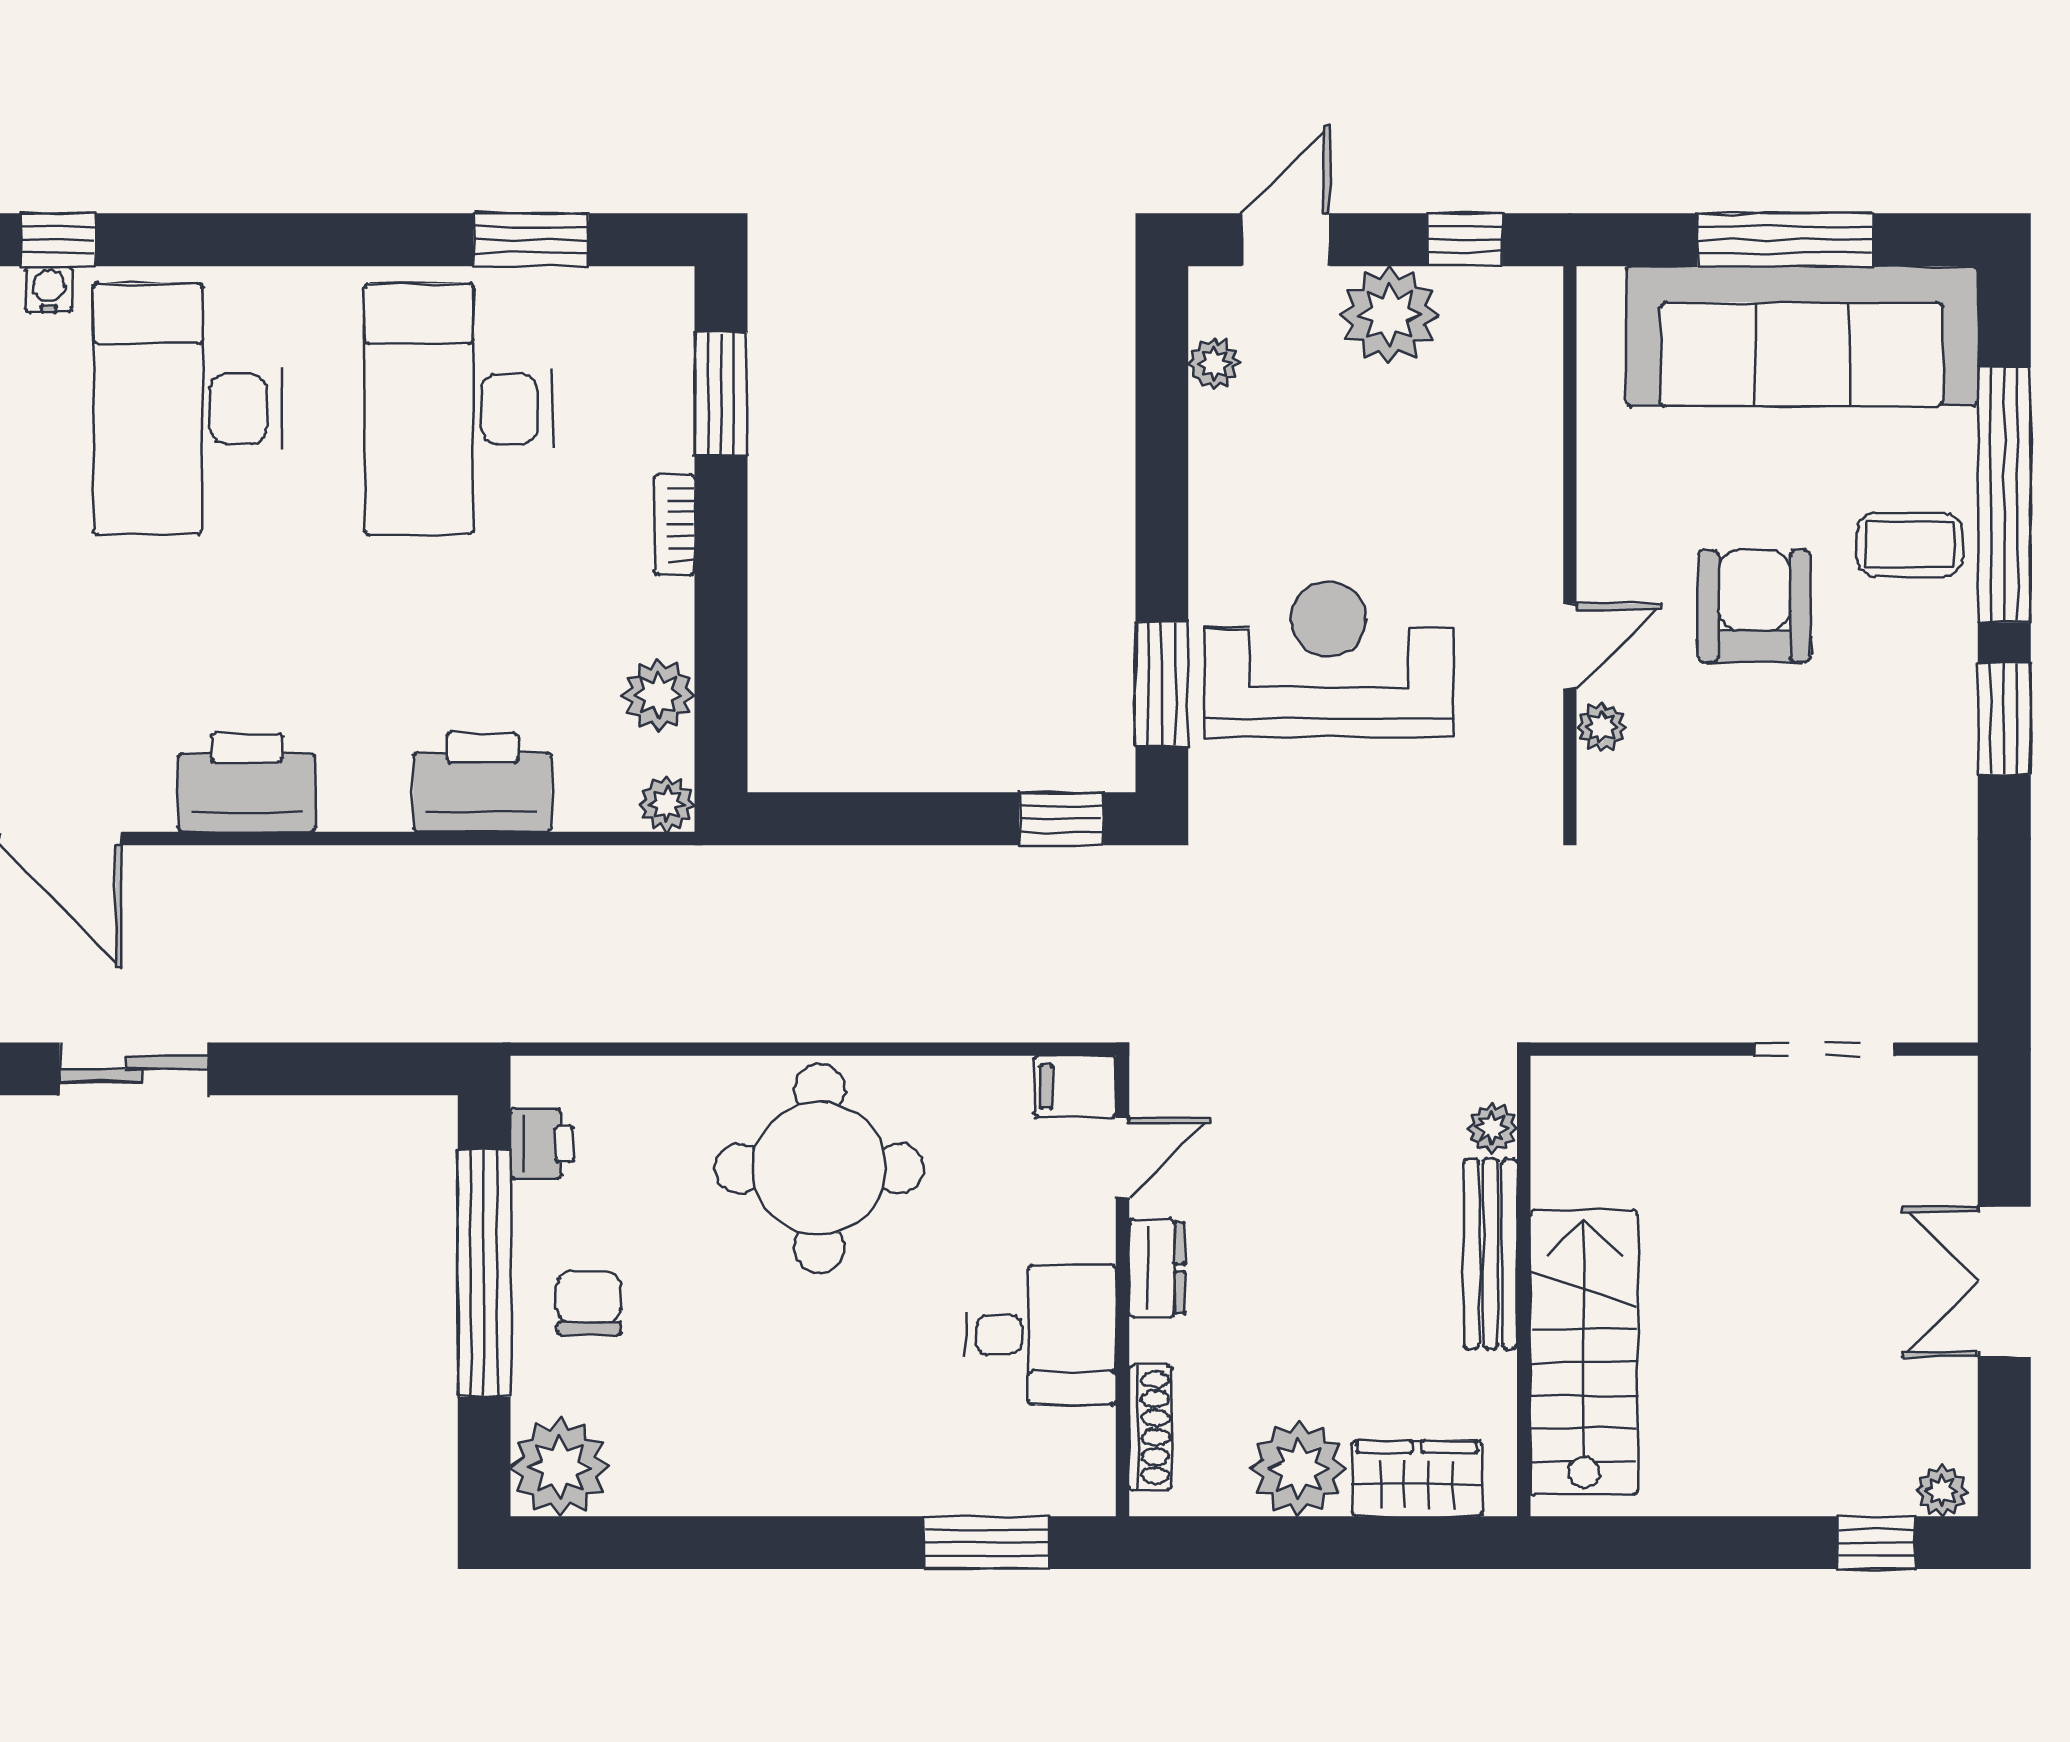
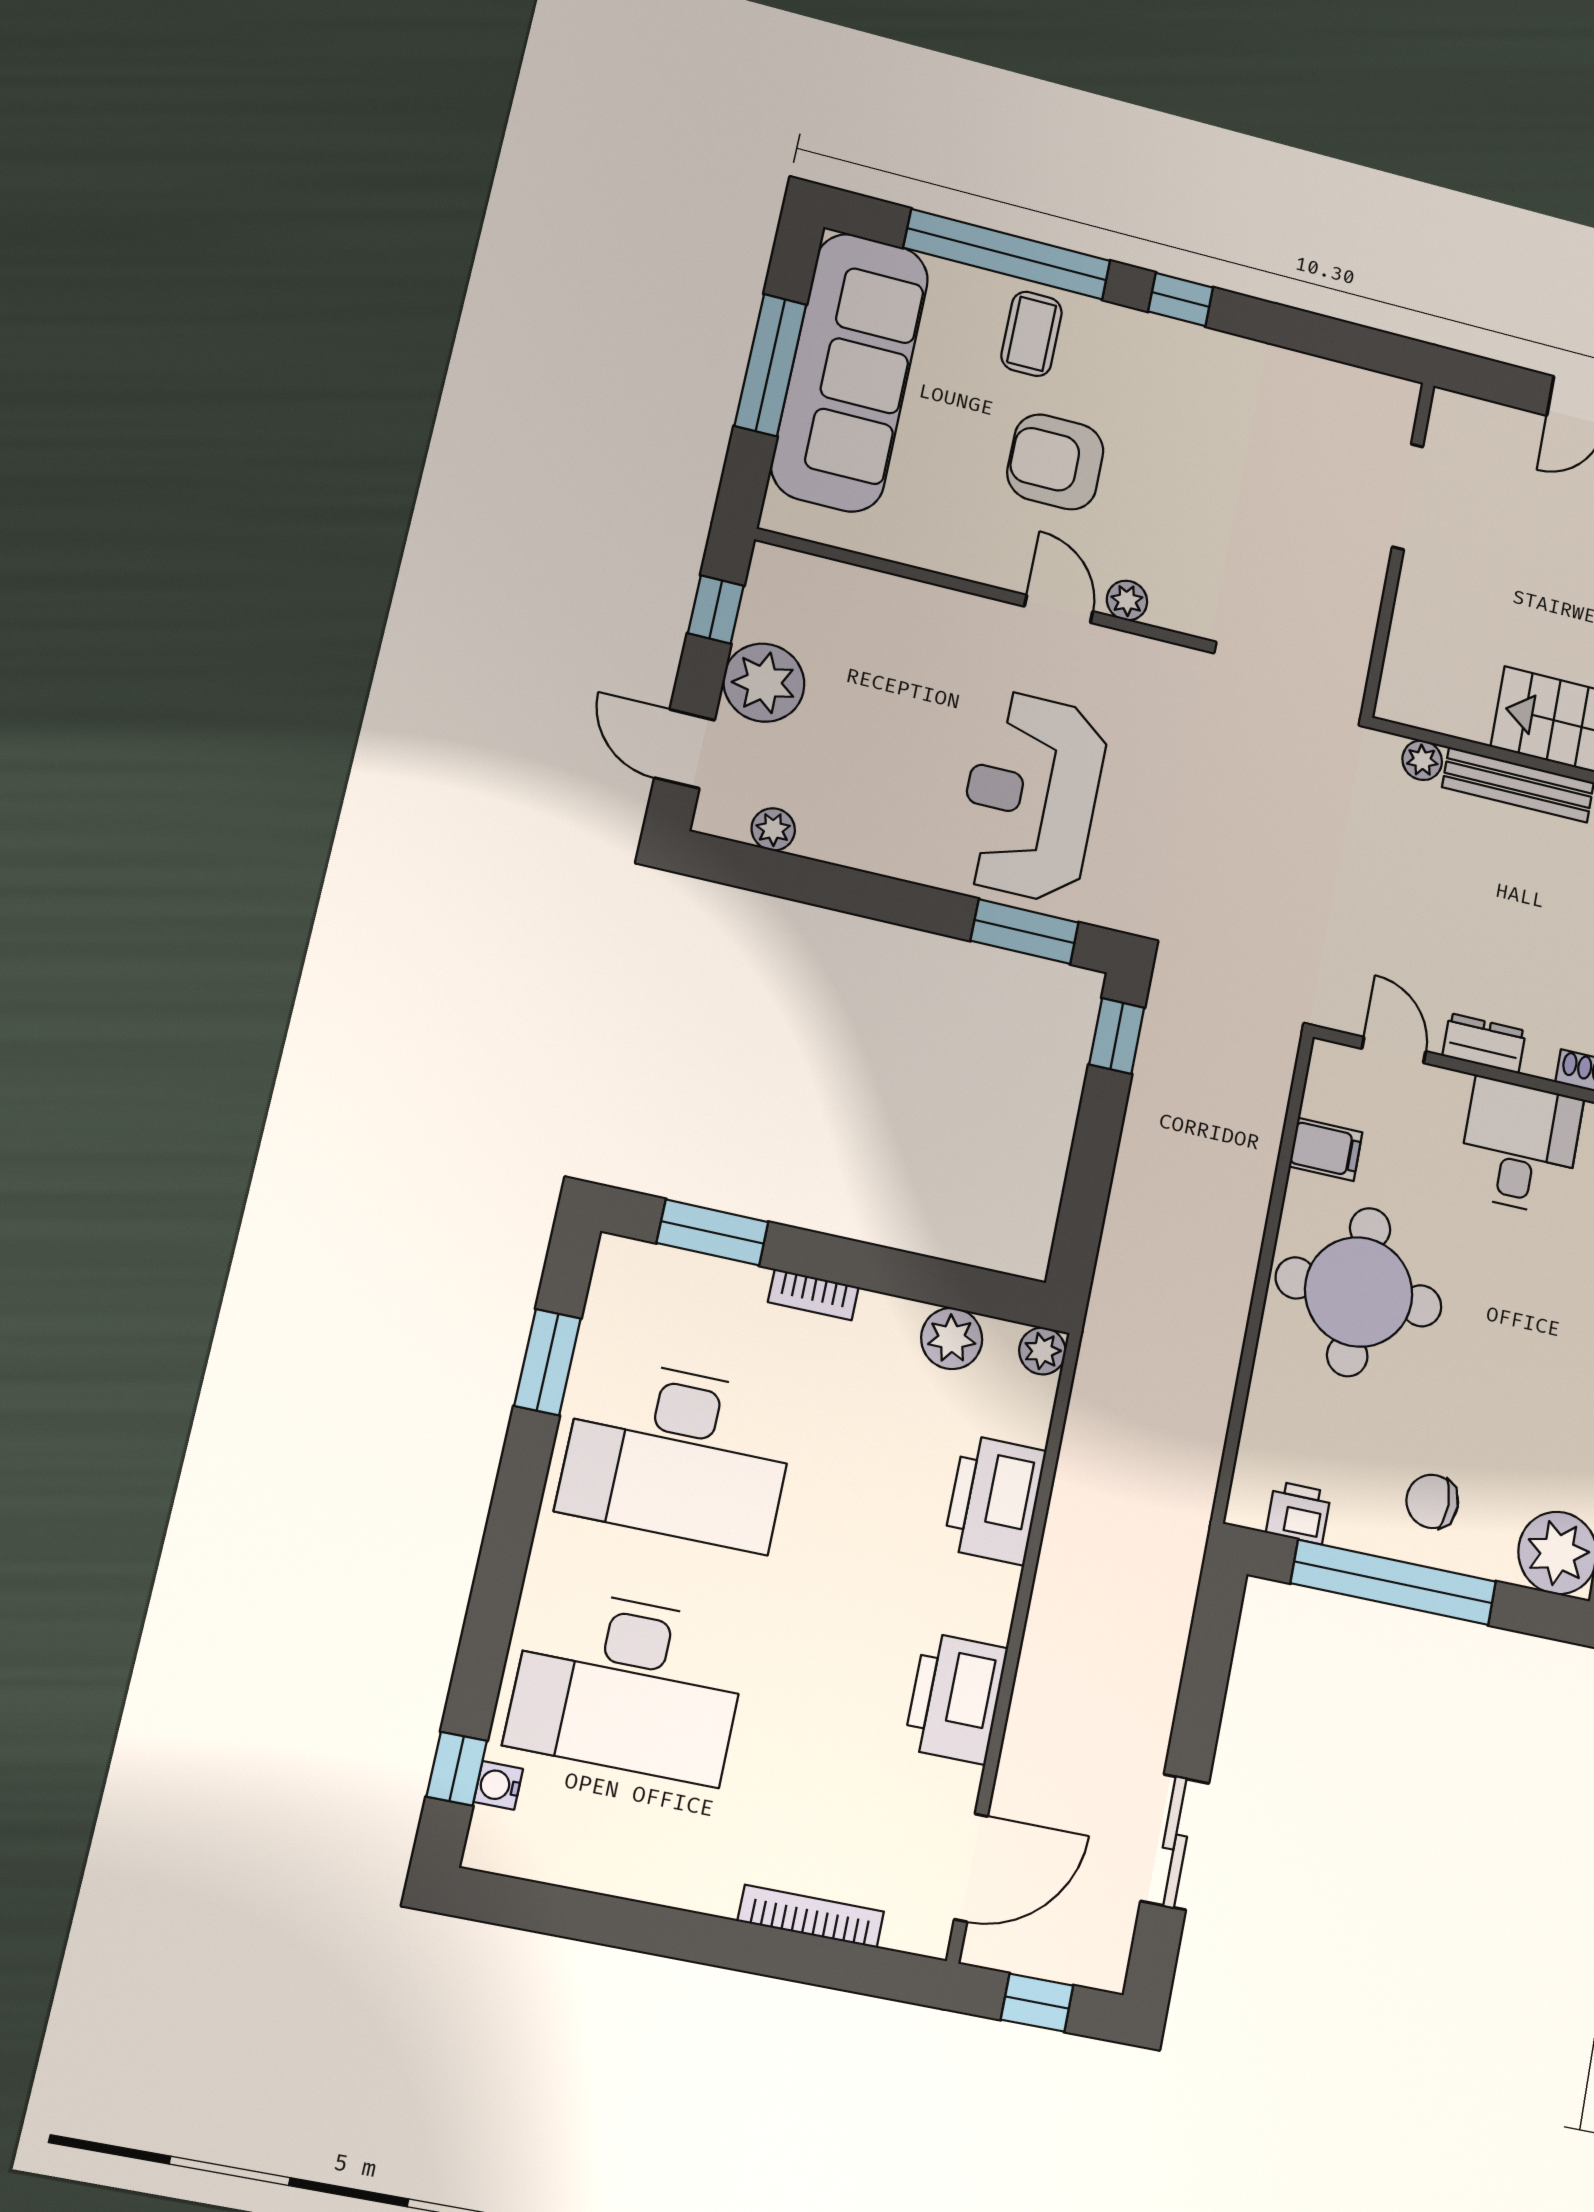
window: (2004, 719) -> (1181, 299), width x0.67
filing cabinet: (1075, 1086) -> (1326, 1149), moved, turned -90

